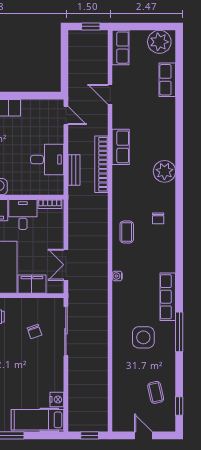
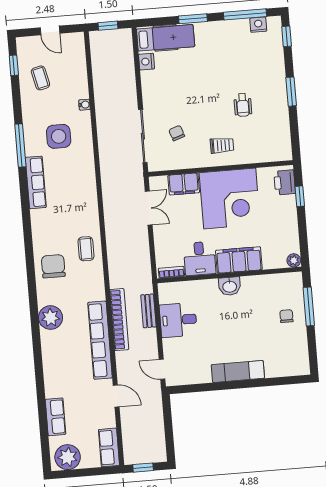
row of seats: (121, 147) -> (100, 340), width x2.02
chair: (158, 218) -> (53, 266), width x1.87, depth x1.87
water cooler: (117, 276) -> (84, 105), moved

